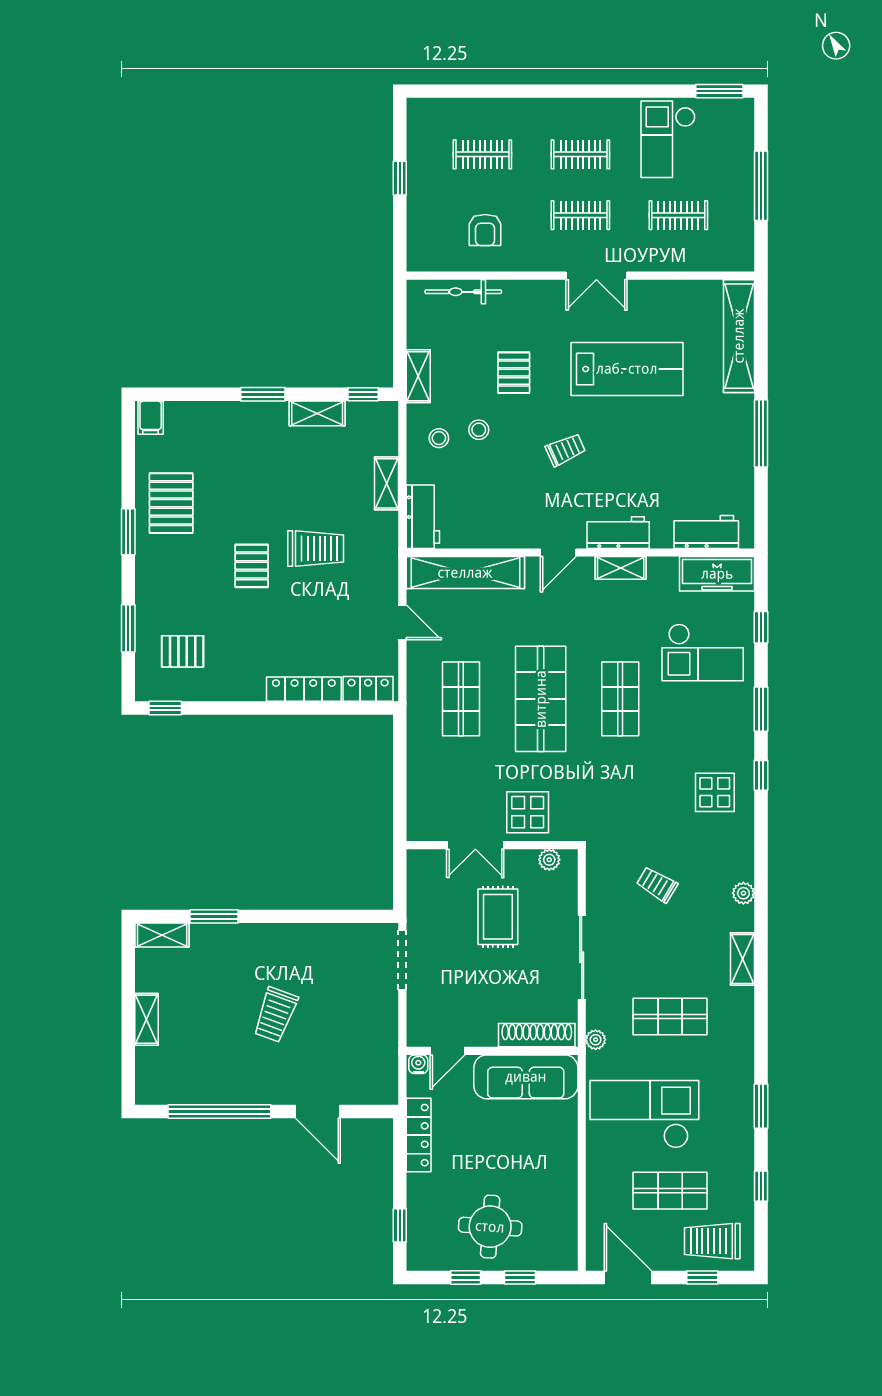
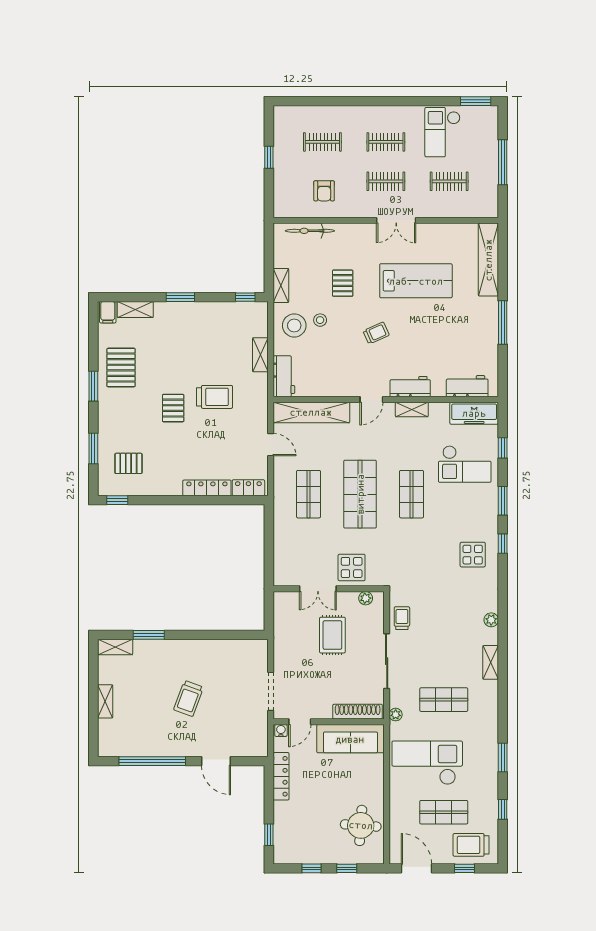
shelving: (317, 413) -> (135, 310), moved
stool: (439, 438) -> (294, 325), width x1.89, depth x1.89
trolley: (657, 885) -> (402, 618), moved, turned 59
doorway: (402, 960) -> (271, 691), moved
round table: (490, 1227) -> (361, 825), moved

